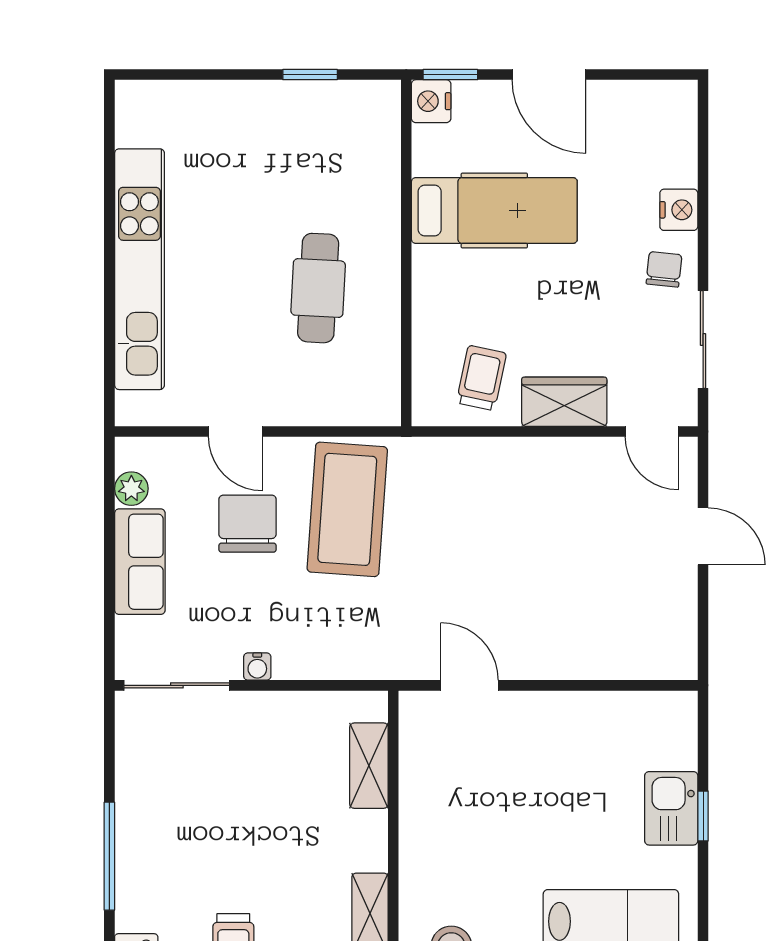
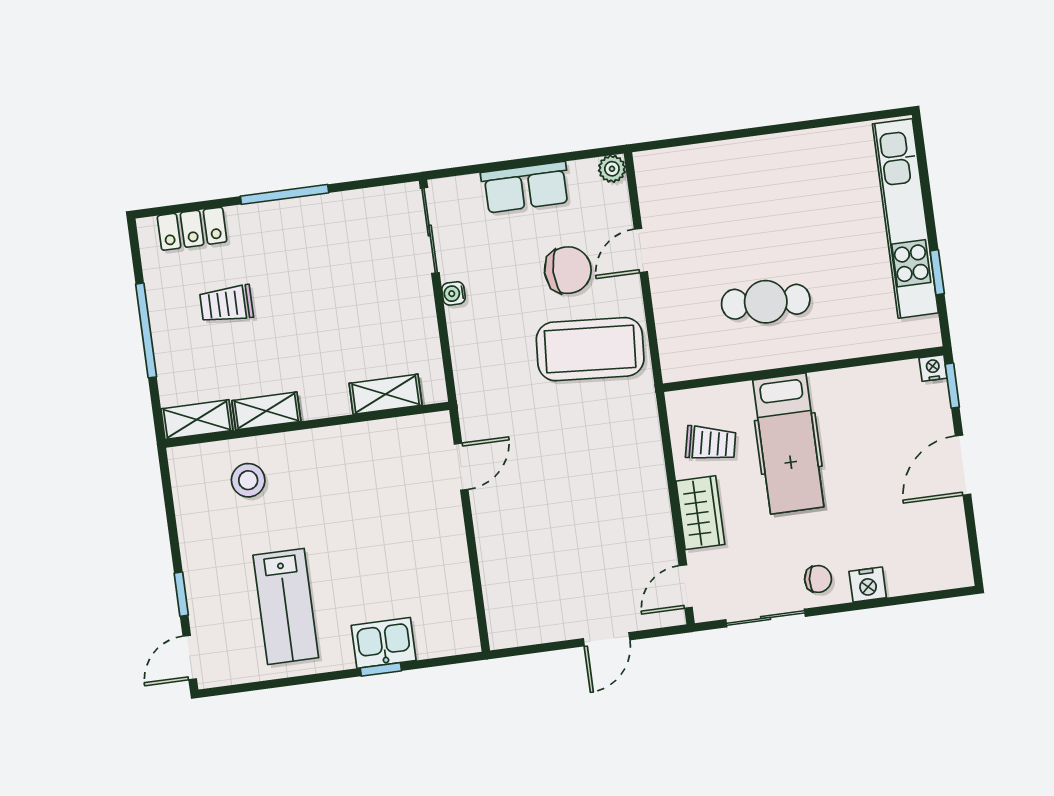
nightstand: (431, 101) -> (933, 368), width x0.72, depth x0.74
hospital bed: (494, 210) -> (788, 443), moved
kitchen unit: (139, 269) -> (905, 218), moved, turned 90
plant: (131, 489) -> (612, 169), moved

